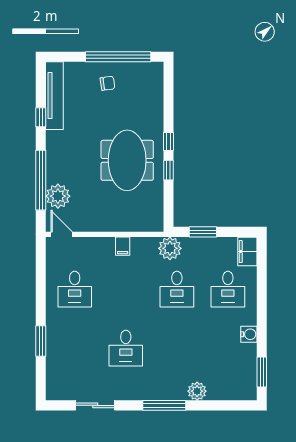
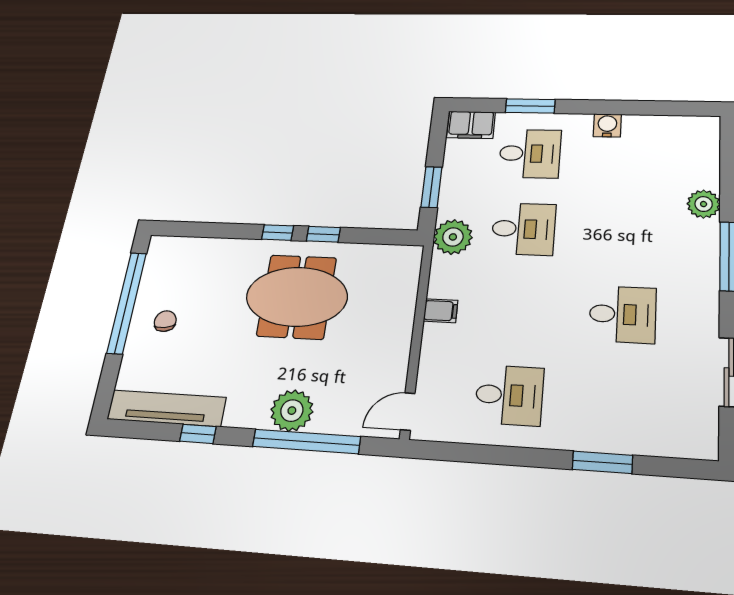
plant: (58, 196) -> (292, 411), moved
window: (262, 372) -> (530, 106), moved

